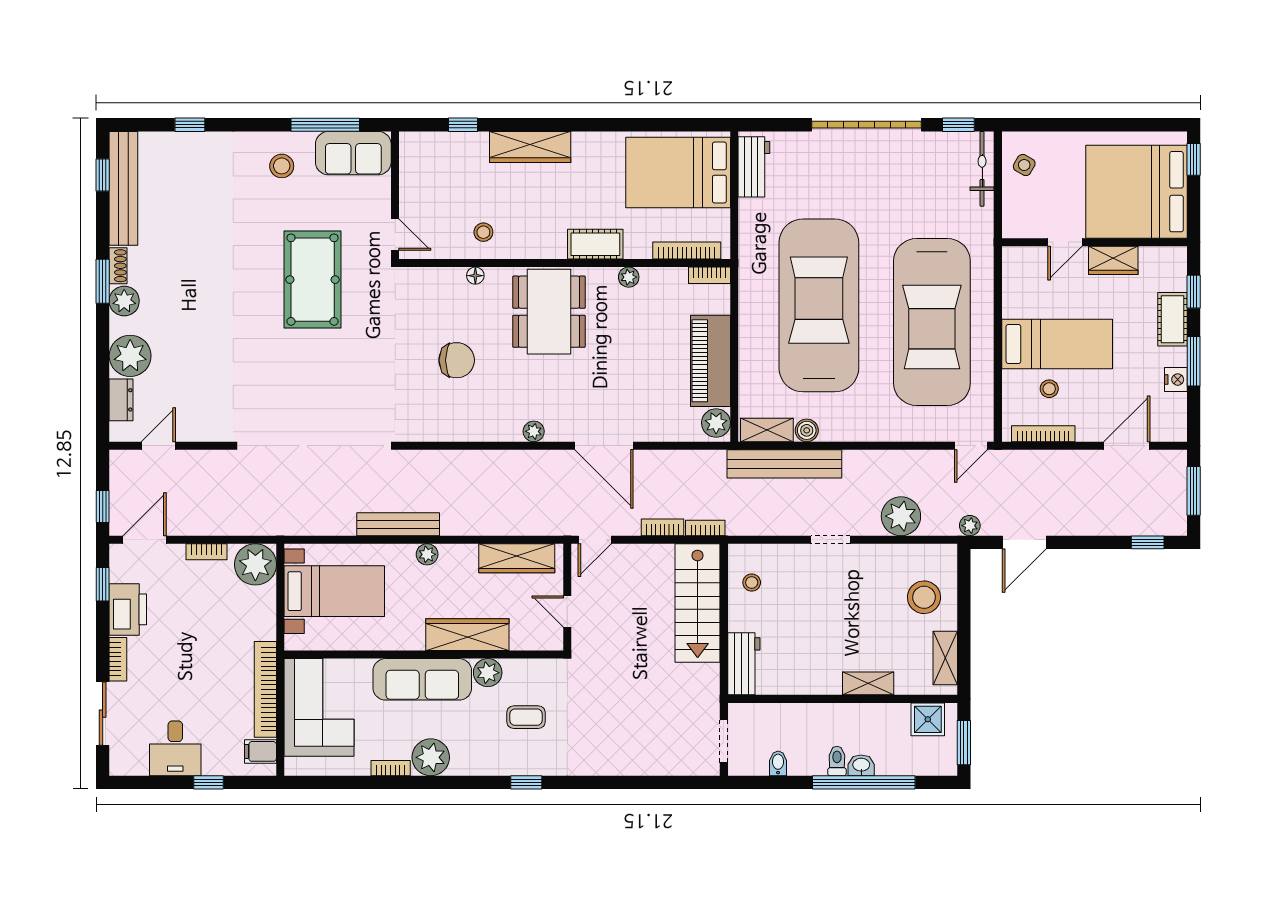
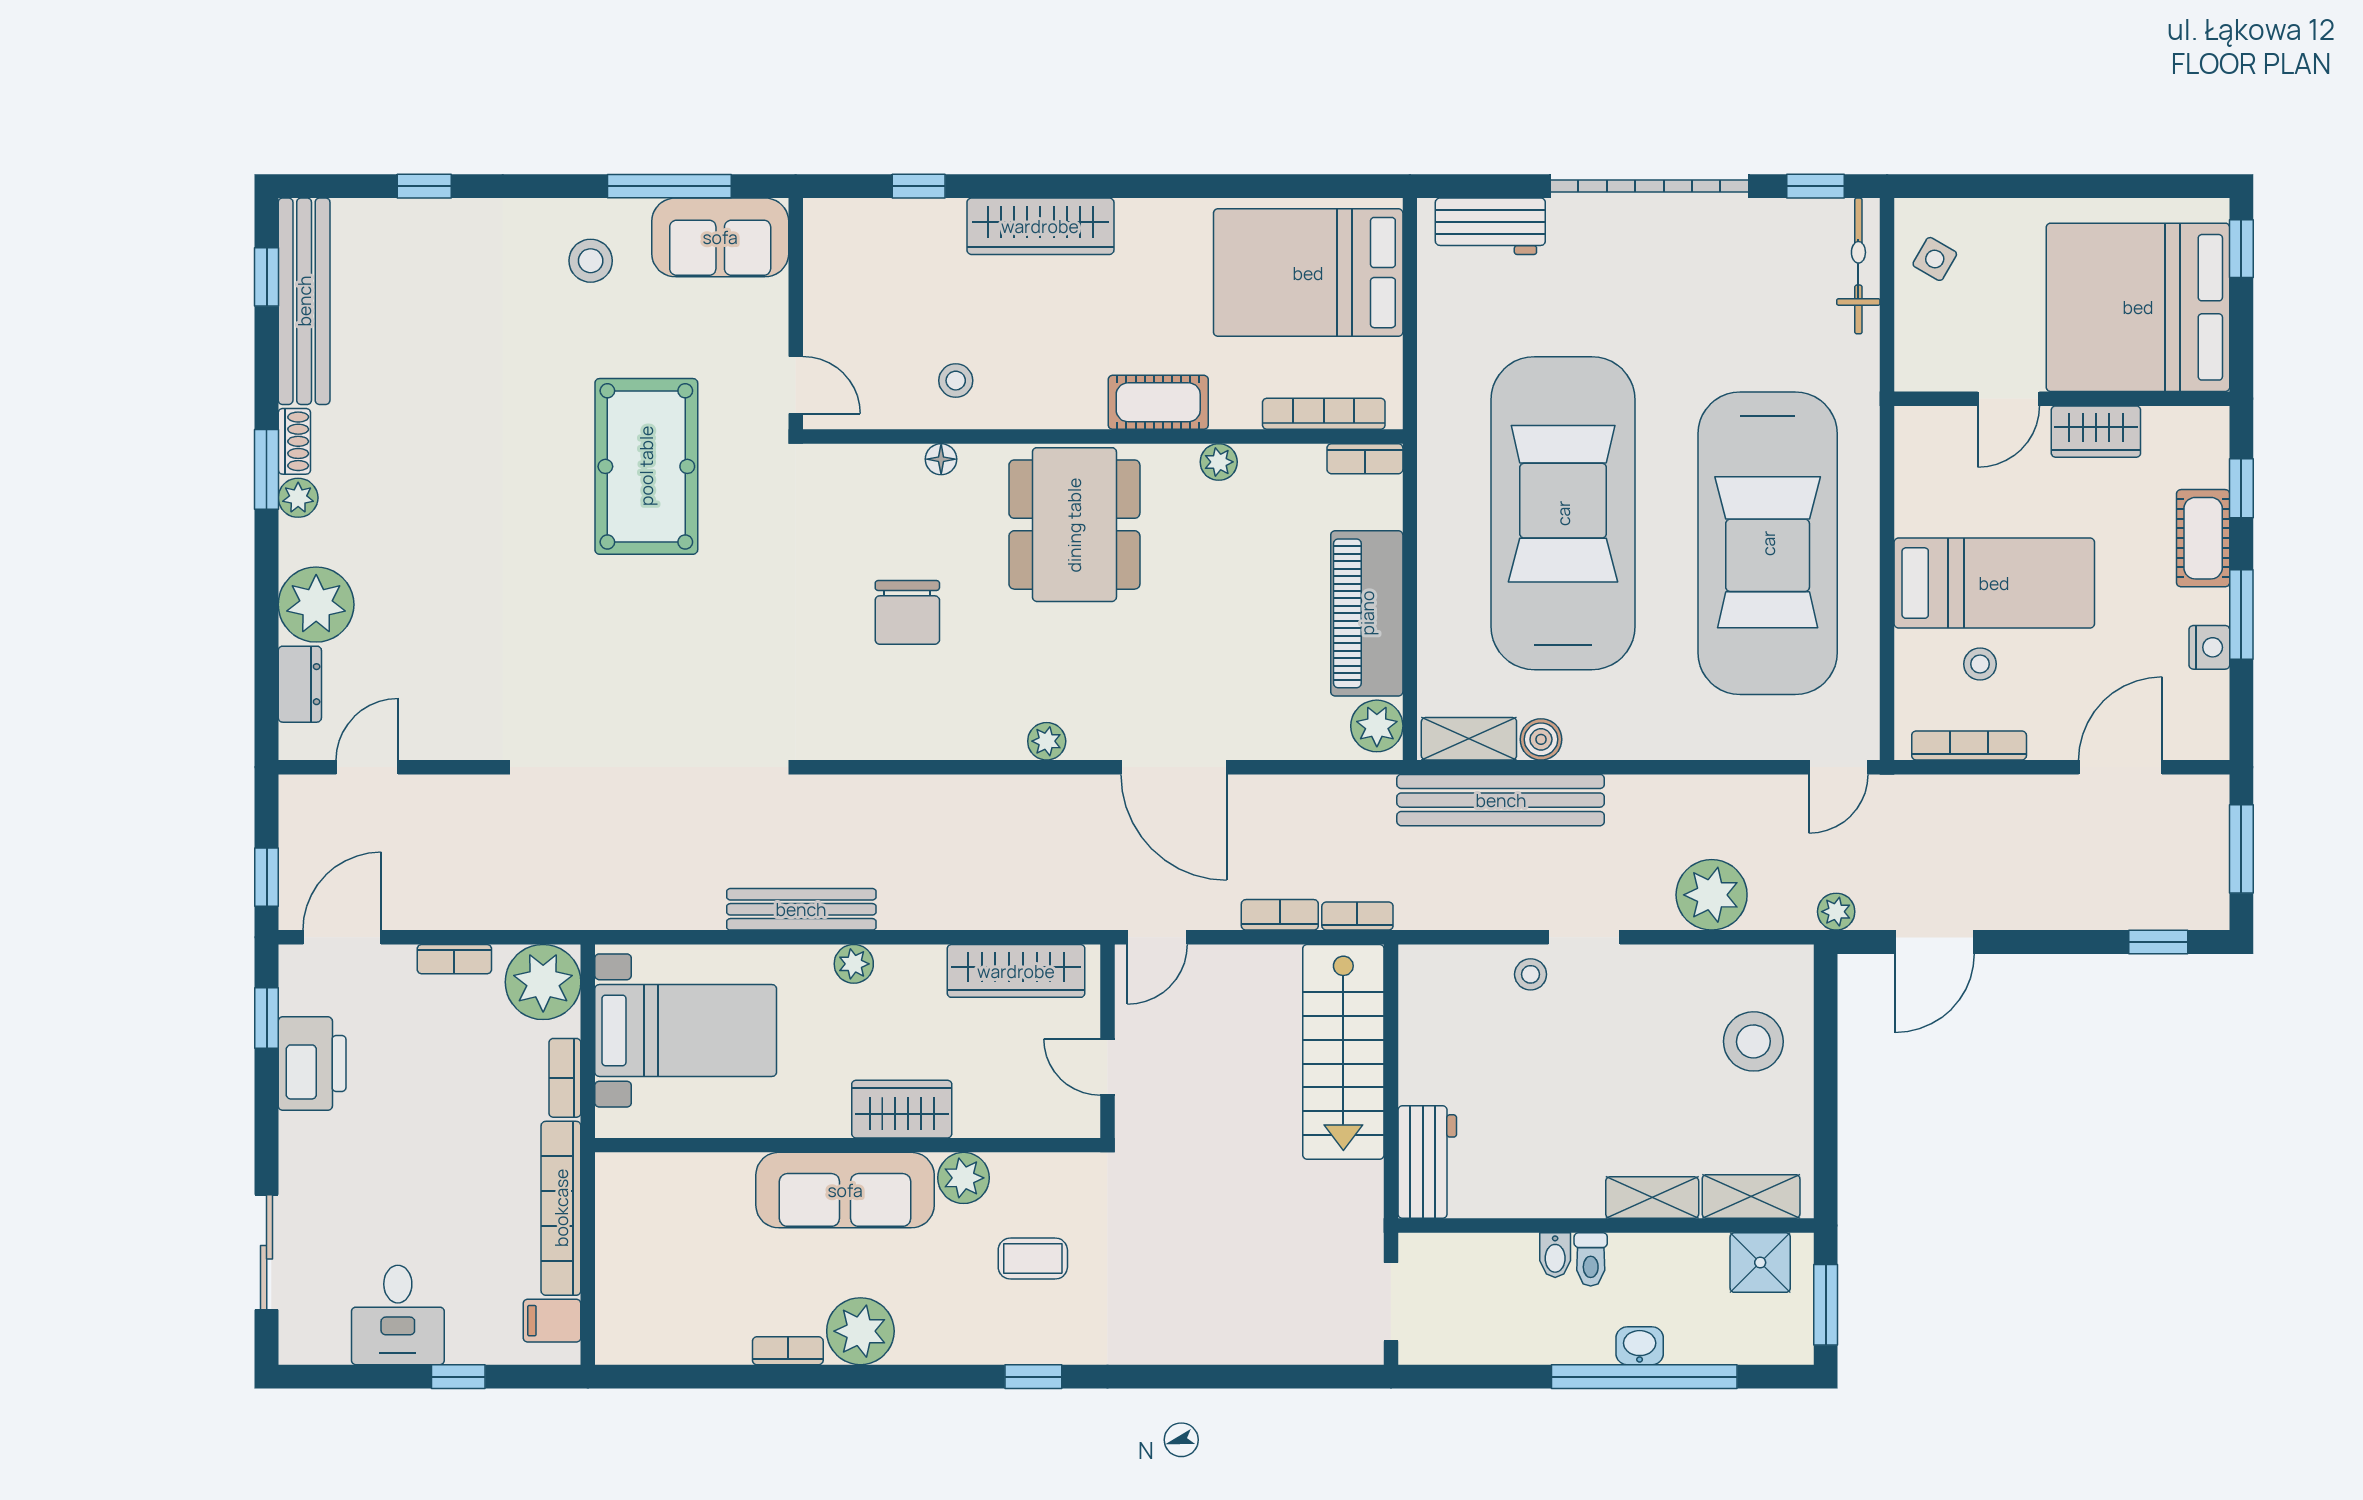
workbench: (754, 167) -> (1490, 226), moved, turned 90
plant: (124, 301) -> (298, 498), width x0.73, depth x0.73
chair: (457, 360) -> (907, 612), turned 90
stool: (752, 583) -> (1531, 974), moved
wardrobe: (467, 635) -> (902, 1109), width x0.67
shelving: (945, 658) -> (1751, 1196), moved, turned 90
bookcase: (118, 659) -> (565, 1078), moved, turned 180
corner sofa: (319, 707) -> (658, 1241), removed
toilet: (837, 761) -> (1591, 1259), moved, turned 180
bidet: (778, 763) -> (1555, 1255), moved, turned 180

